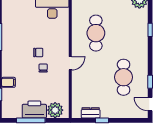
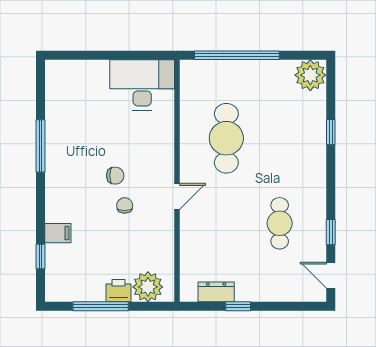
cafe table: (124, 77) -> (280, 223), width x0.73, depth x0.74
printer: (34, 109) -> (118, 291), width x0.53, depth x0.68

